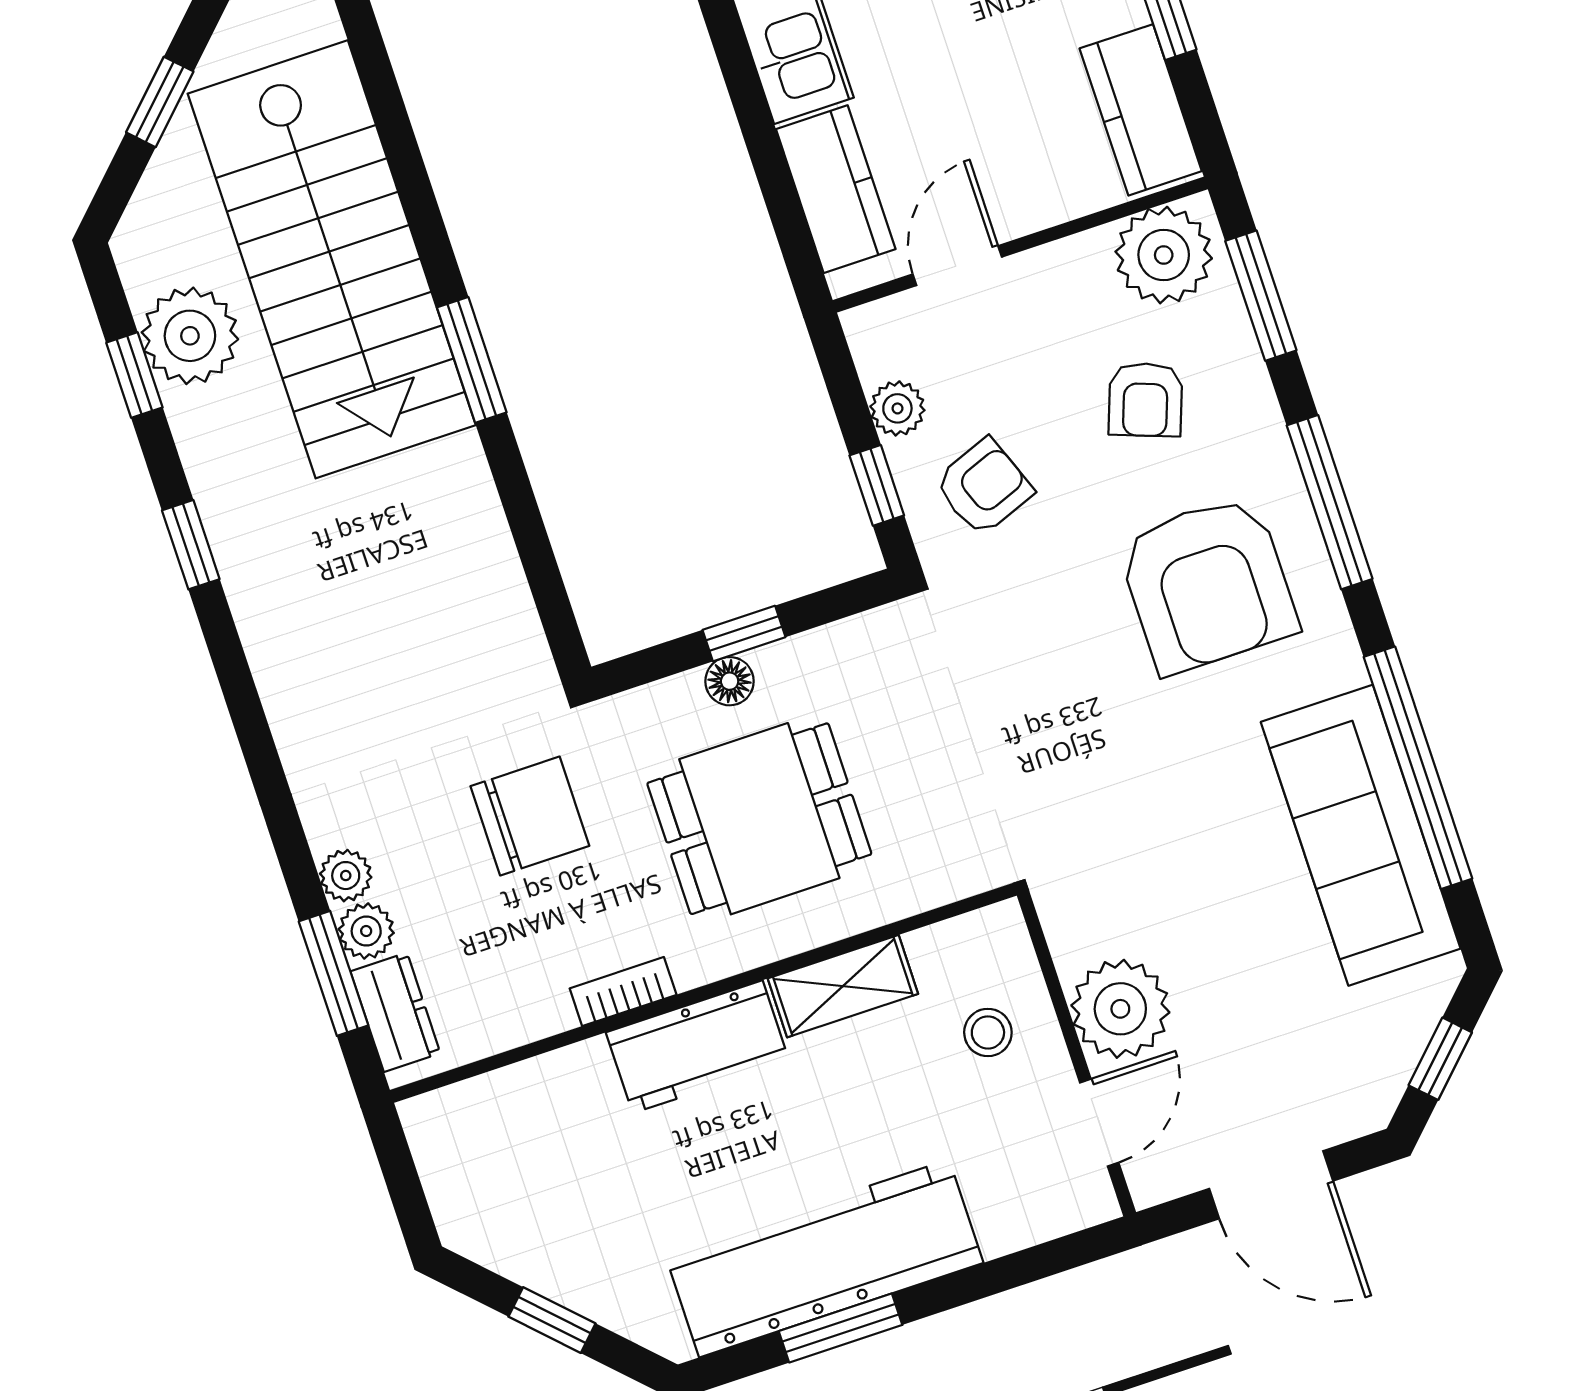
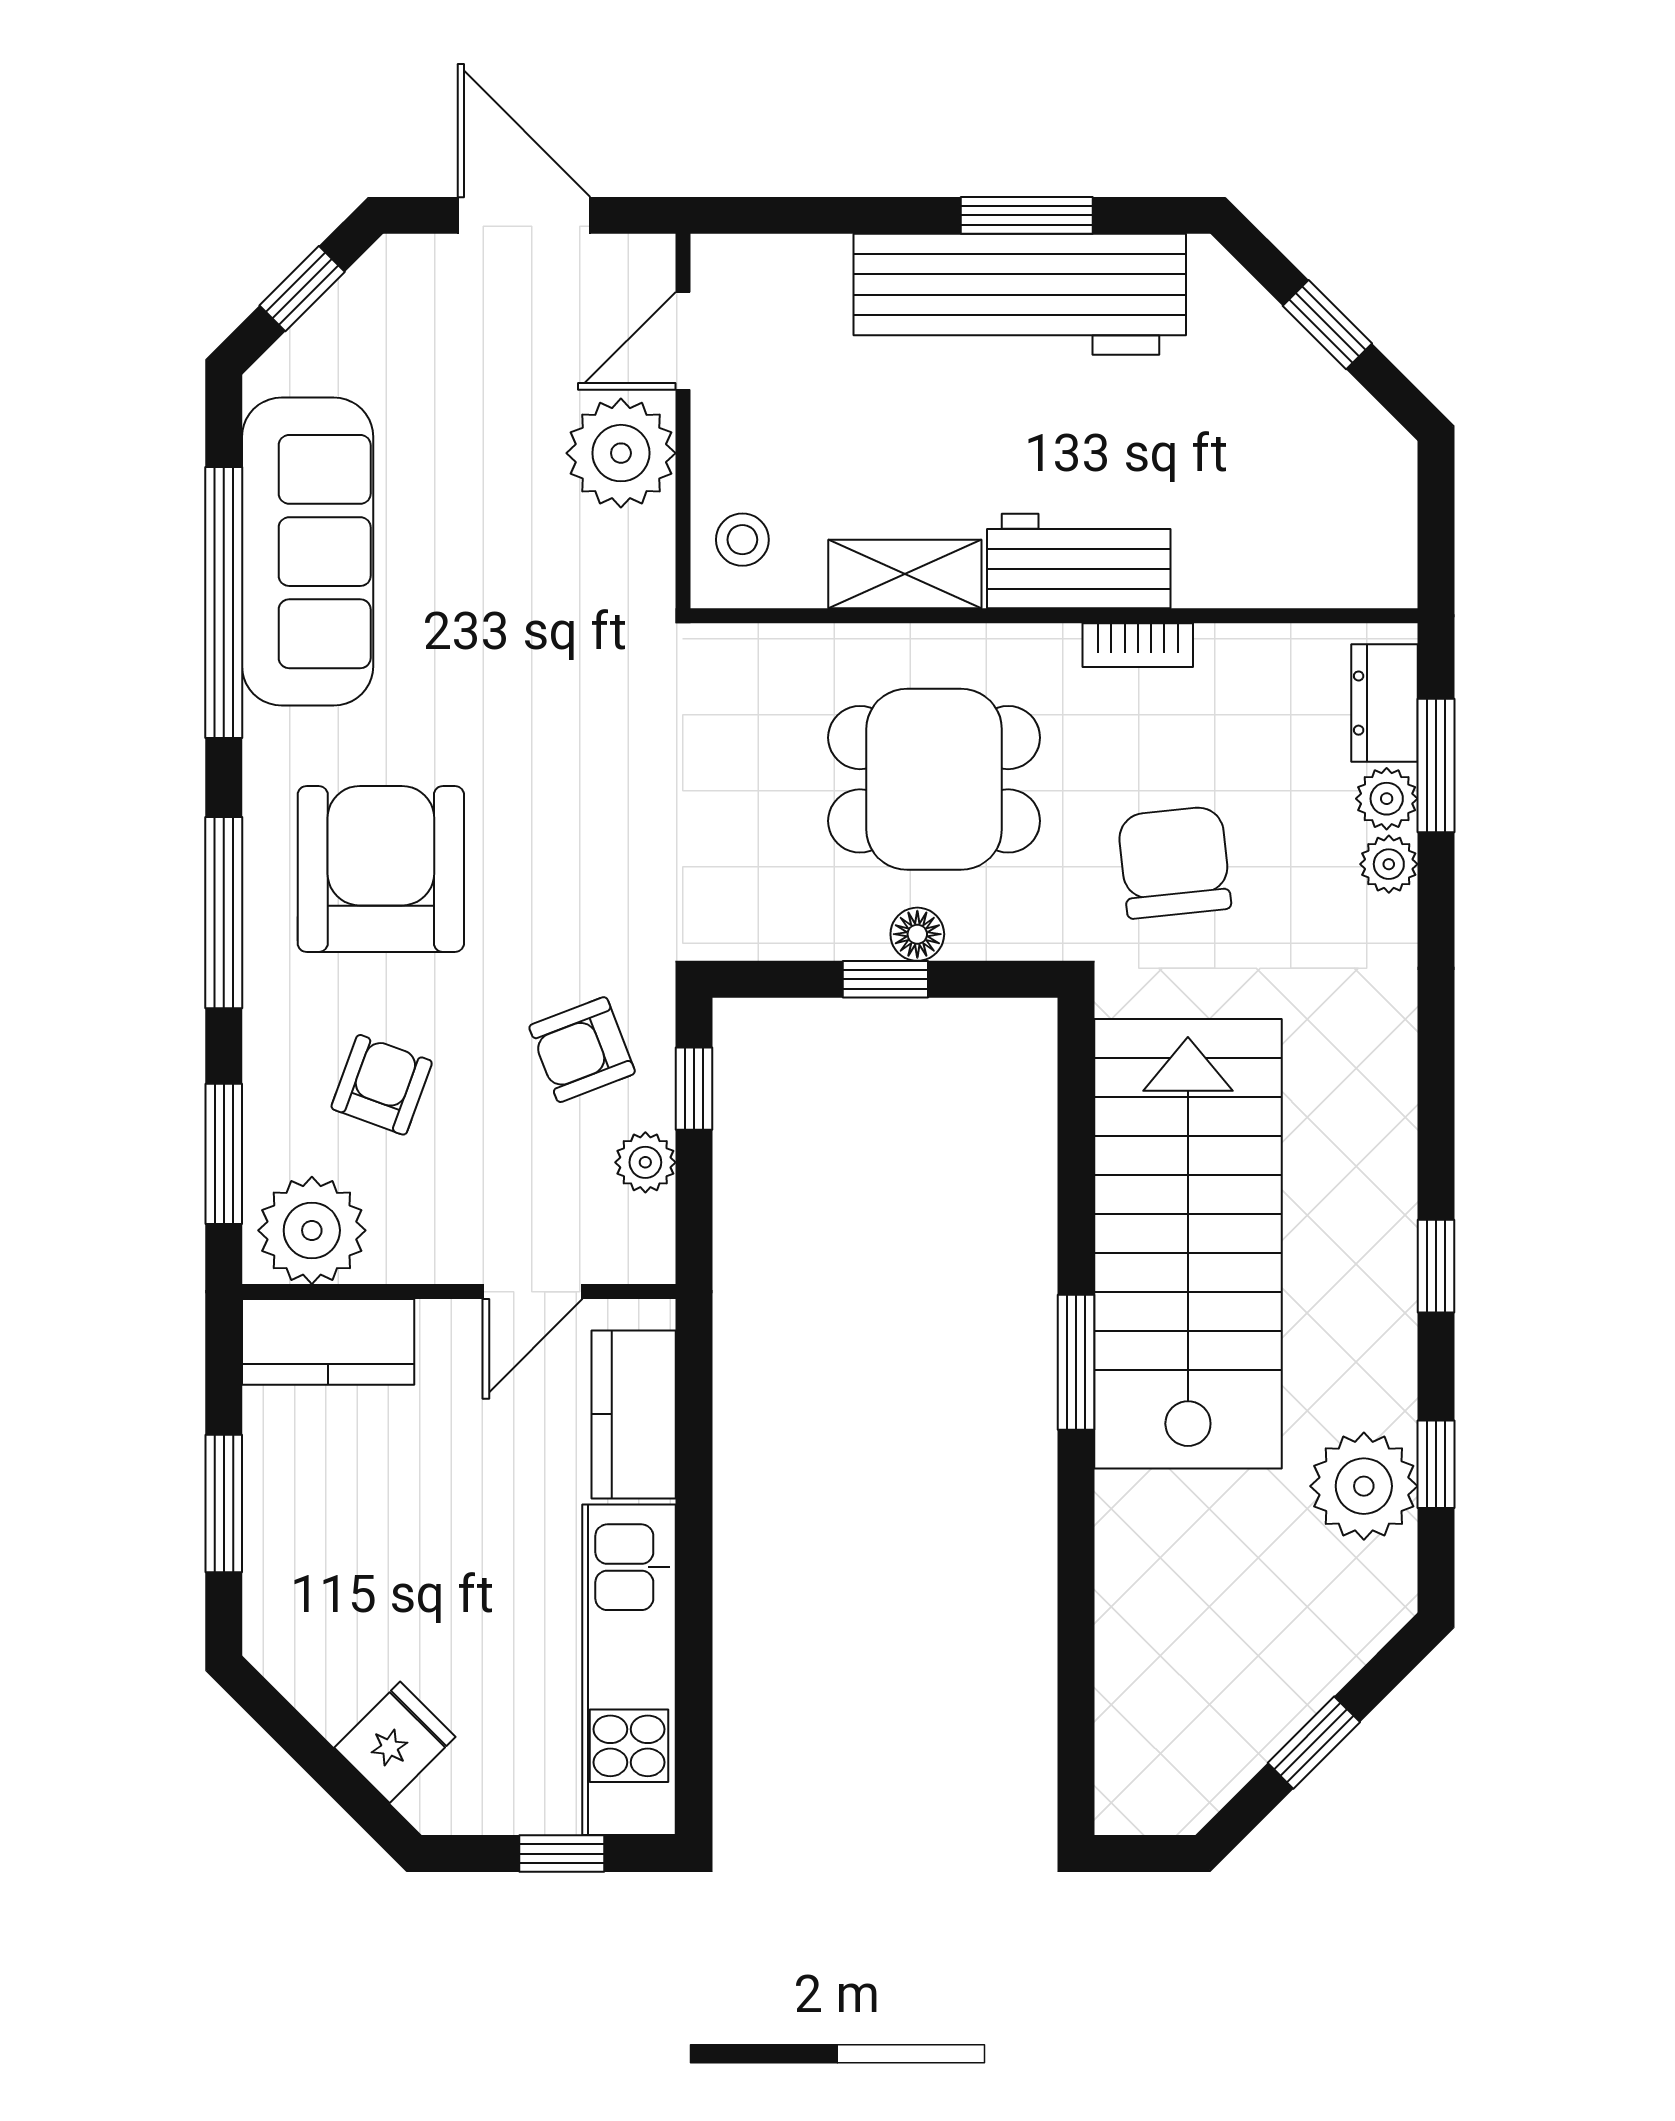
kitchen counter: (1141, 110) -> (328, 1342), moved, turned 90
stairs: (332, 259) -> (1188, 1244), moved
chair: (530, 816) -> (1174, 862), turned 84
stool: (988, 1032) -> (742, 540), moved

